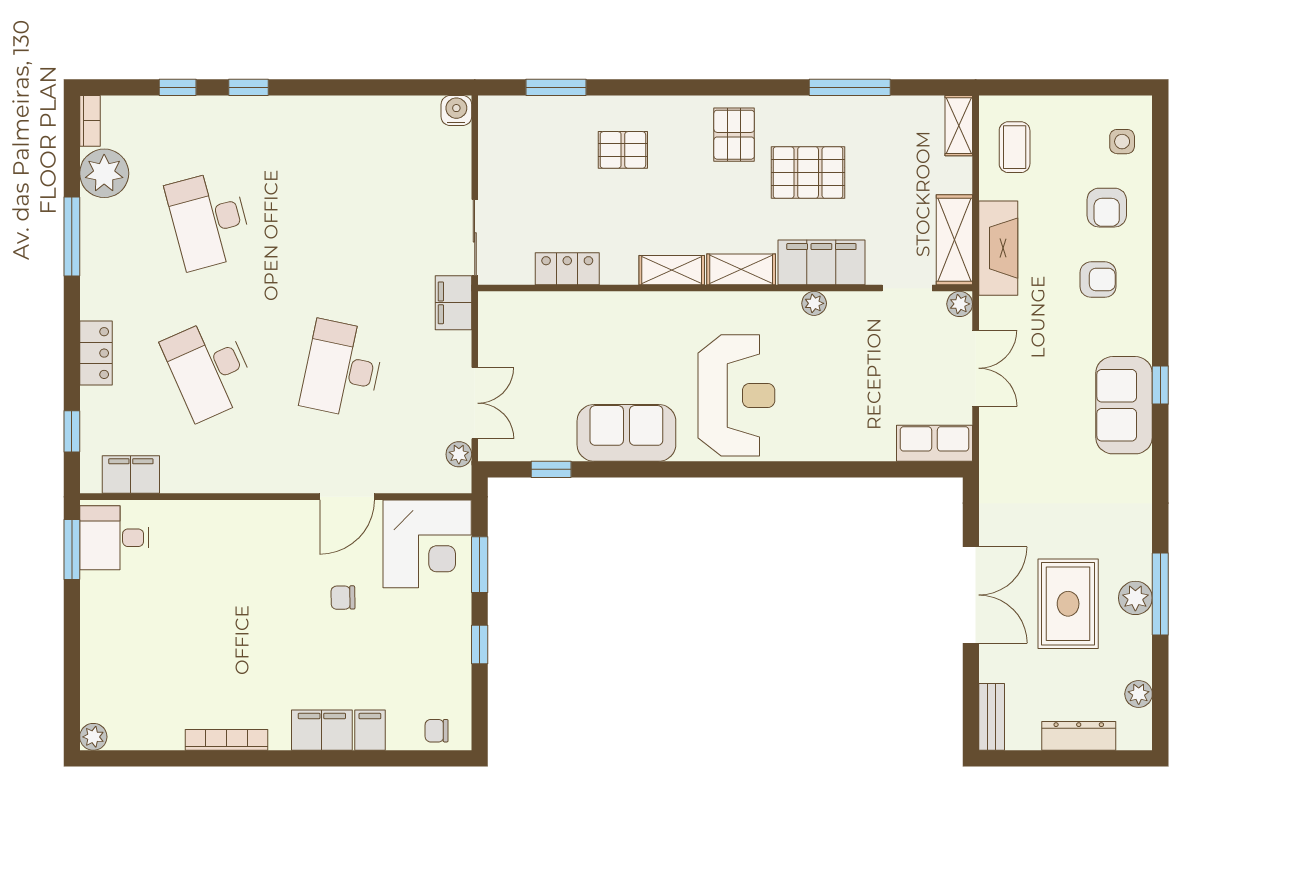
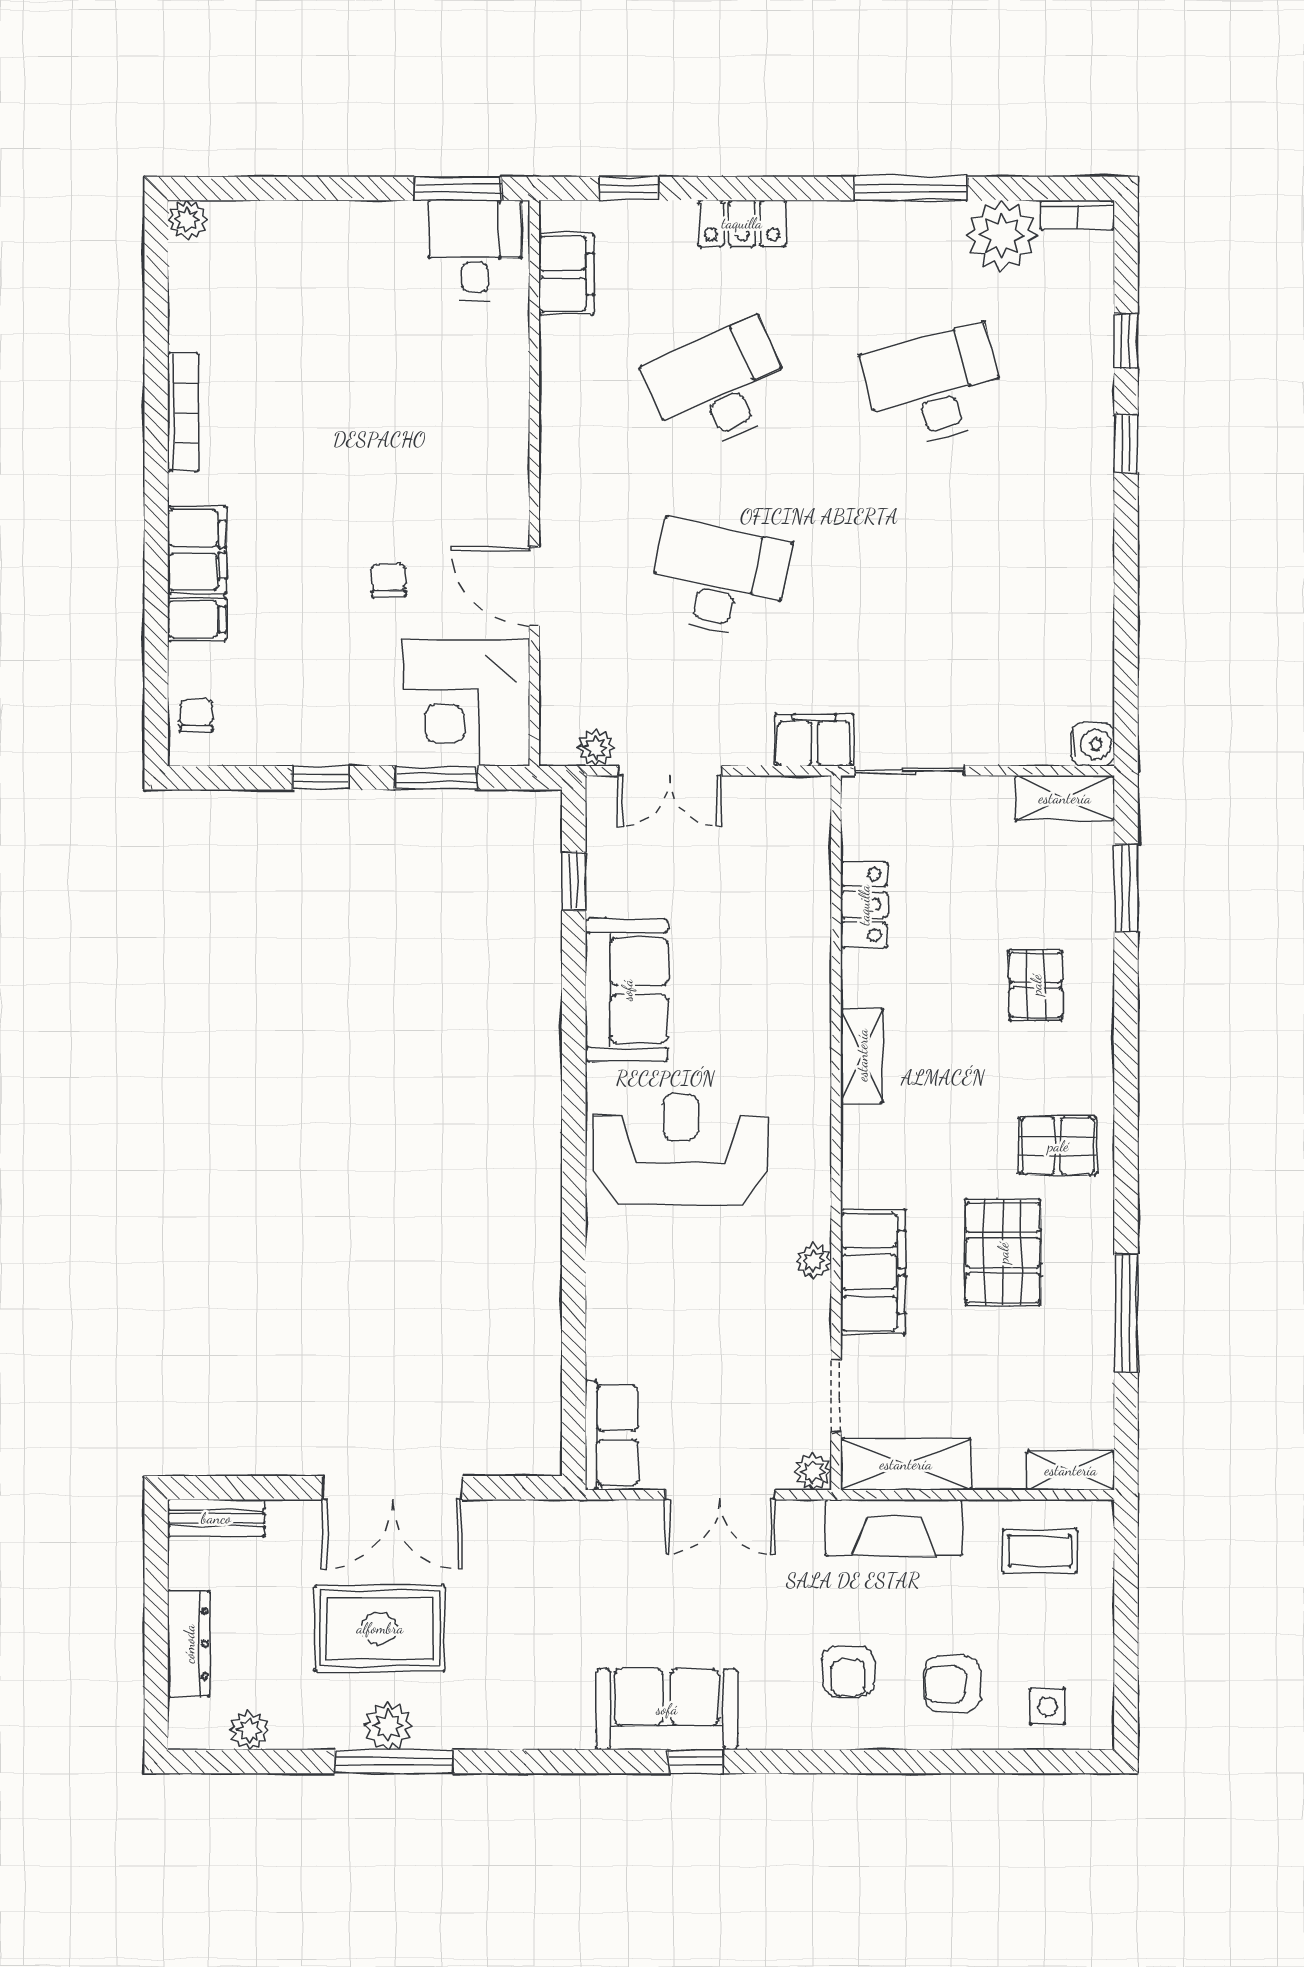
shelving: (741, 269) -> (1065, 798), moved, turned 90
reception desk: (736, 395) -> (681, 1149), turned 180

